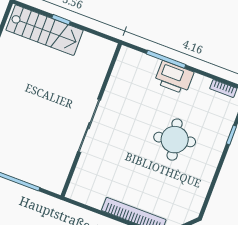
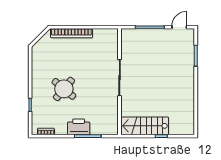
stairs: (45, 30) -> (145, 126), moved
round table: (175, 140) -> (64, 89), turned -38

